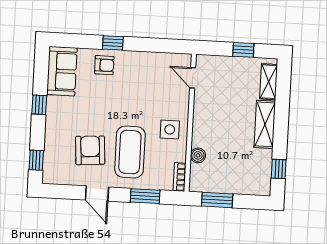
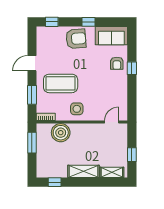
armchair: (90, 150) -> (76, 39), moved
boiler: (198, 155) -> (61, 133), width x1.86, depth x1.86

